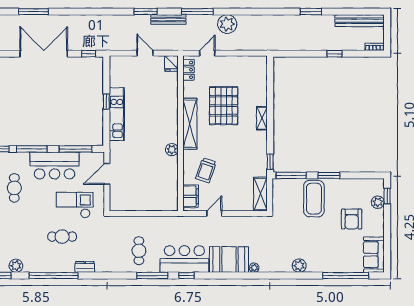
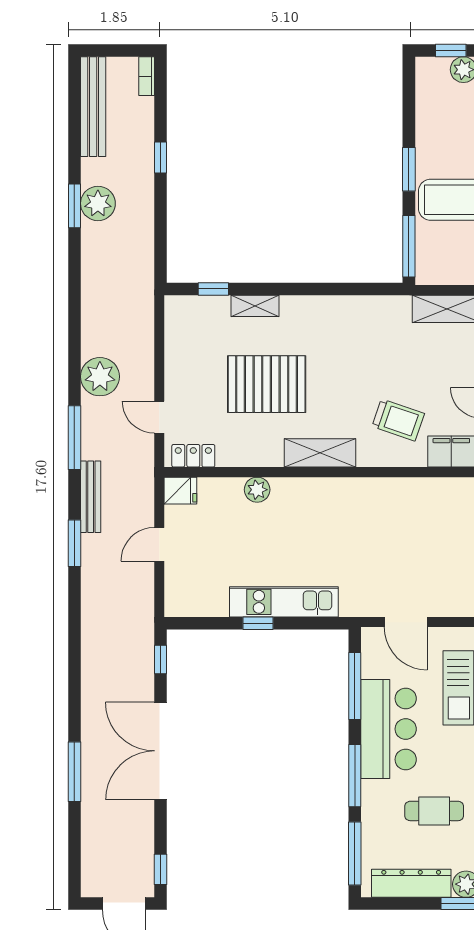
plant: (312, 23) -> (98, 203), added
shelving: (262, 118) -> (255, 306), moved
shelving: (190, 124) -> (320, 453), width x0.68
plant: (172, 150) -> (257, 490), moved
window: (270, 162) -> (213, 289), moved

